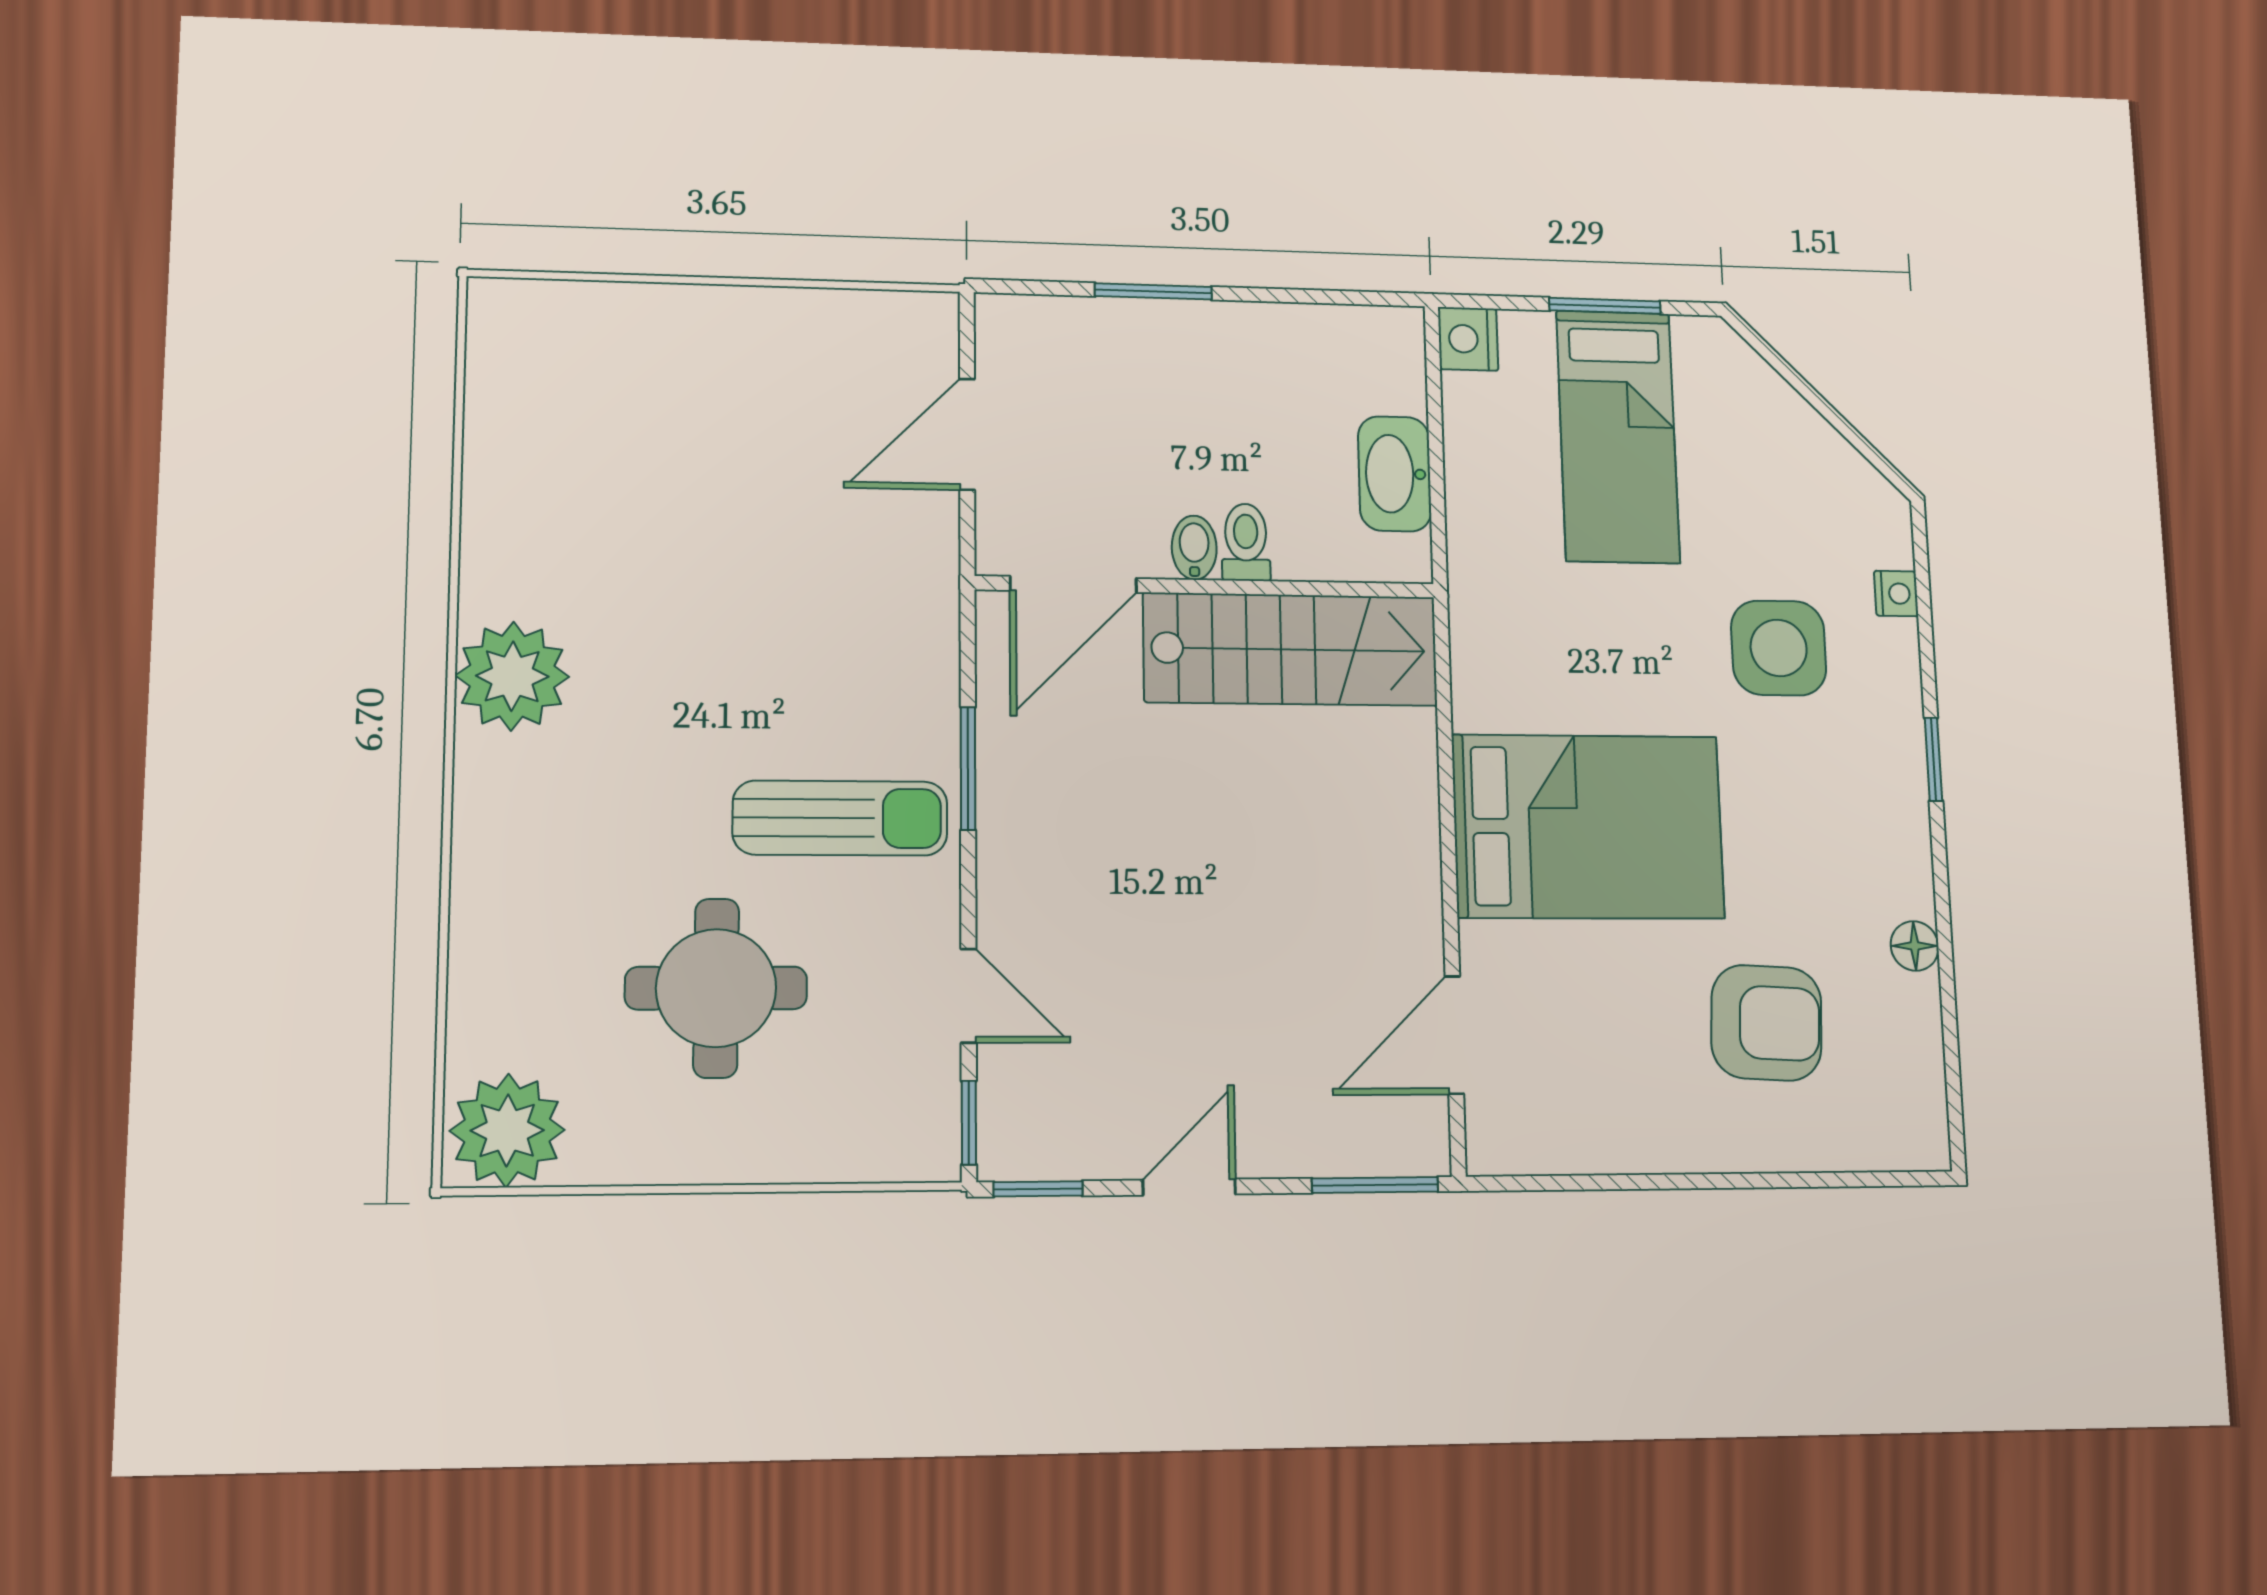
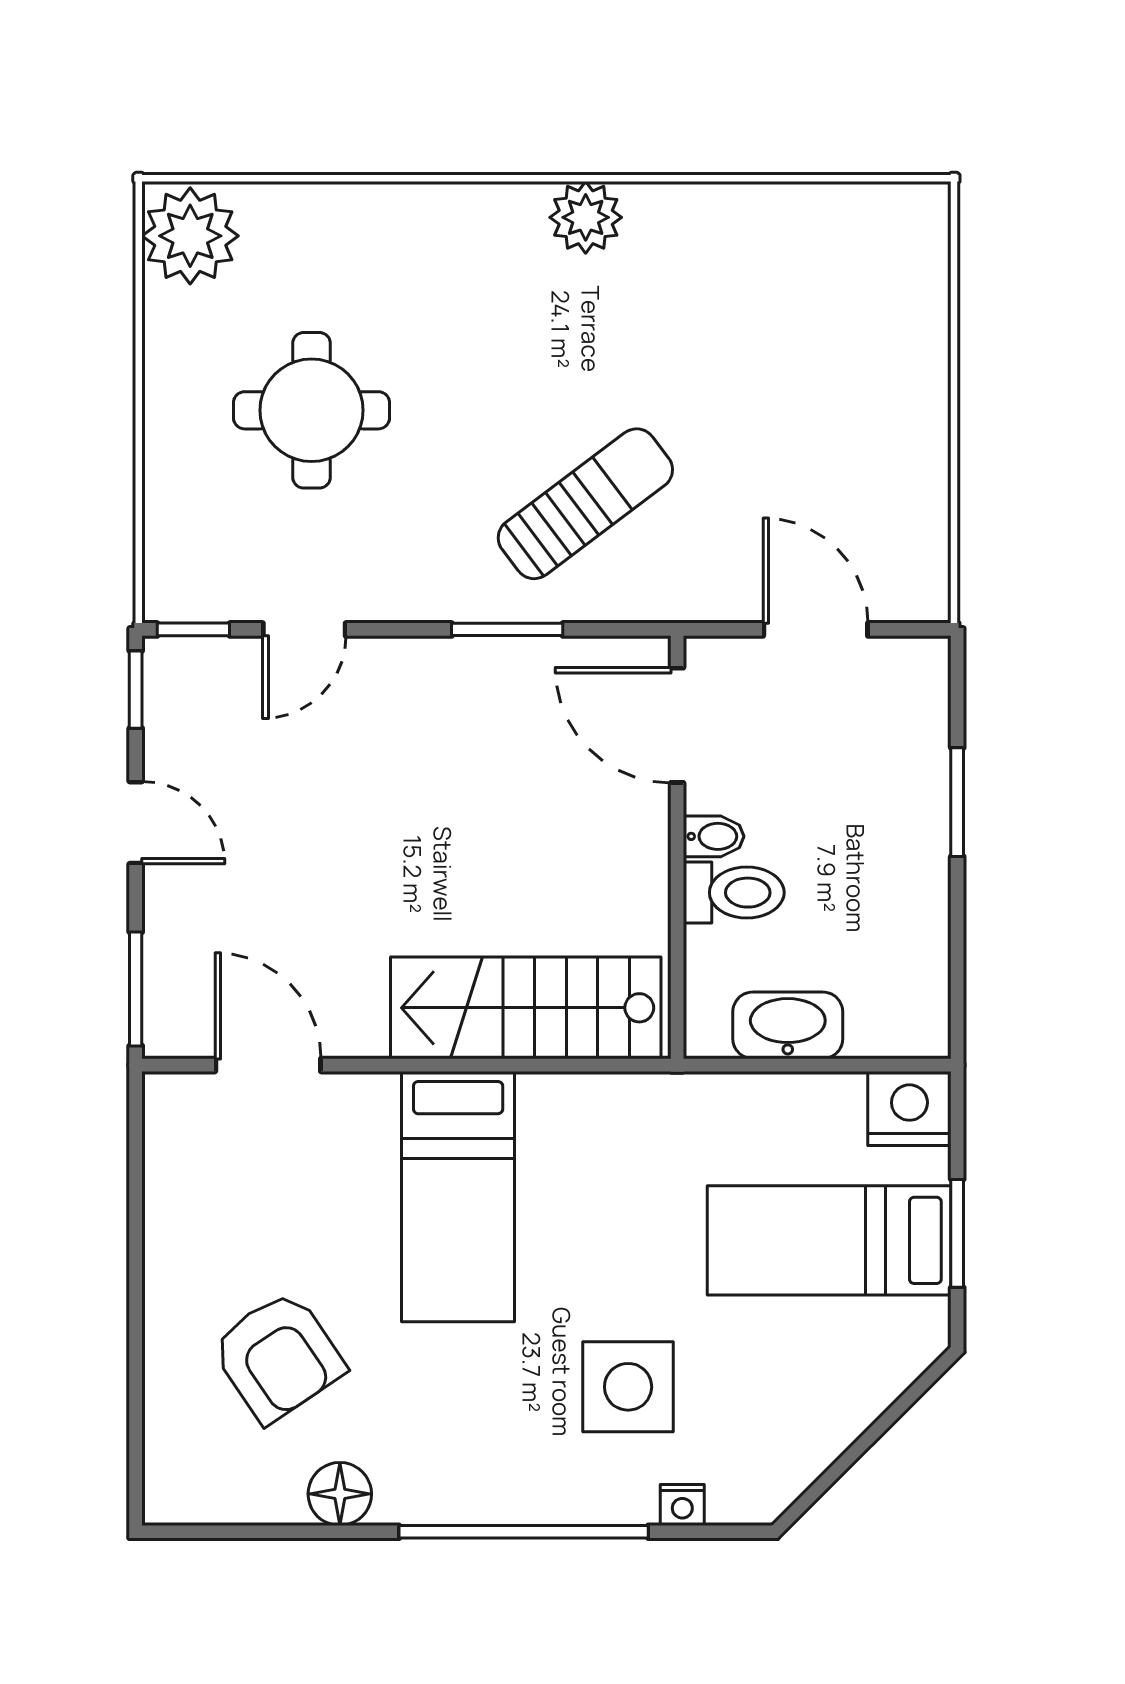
nightstand: (1468, 339) -> (909, 1108), width x1.36, depth x1.33
toilet: (1246, 542) -> (734, 893), width x1.37, depth x1.39
stairs: (1291, 649) -> (526, 1008), moved, turned 90
plant: (512, 676) -> (586, 217), width x0.73, depth x0.73
window: (1933, 759) -> (524, 1532), width x3.17
sun lounger: (840, 818) -> (585, 504), moved, turned -127
bed: (1588, 827) -> (458, 1197), width x0.67
floor lamp: (1915, 946) -> (340, 1494), width x1.37, depth x1.37
armchair: (1766, 1023) -> (278, 1357), turned -37

